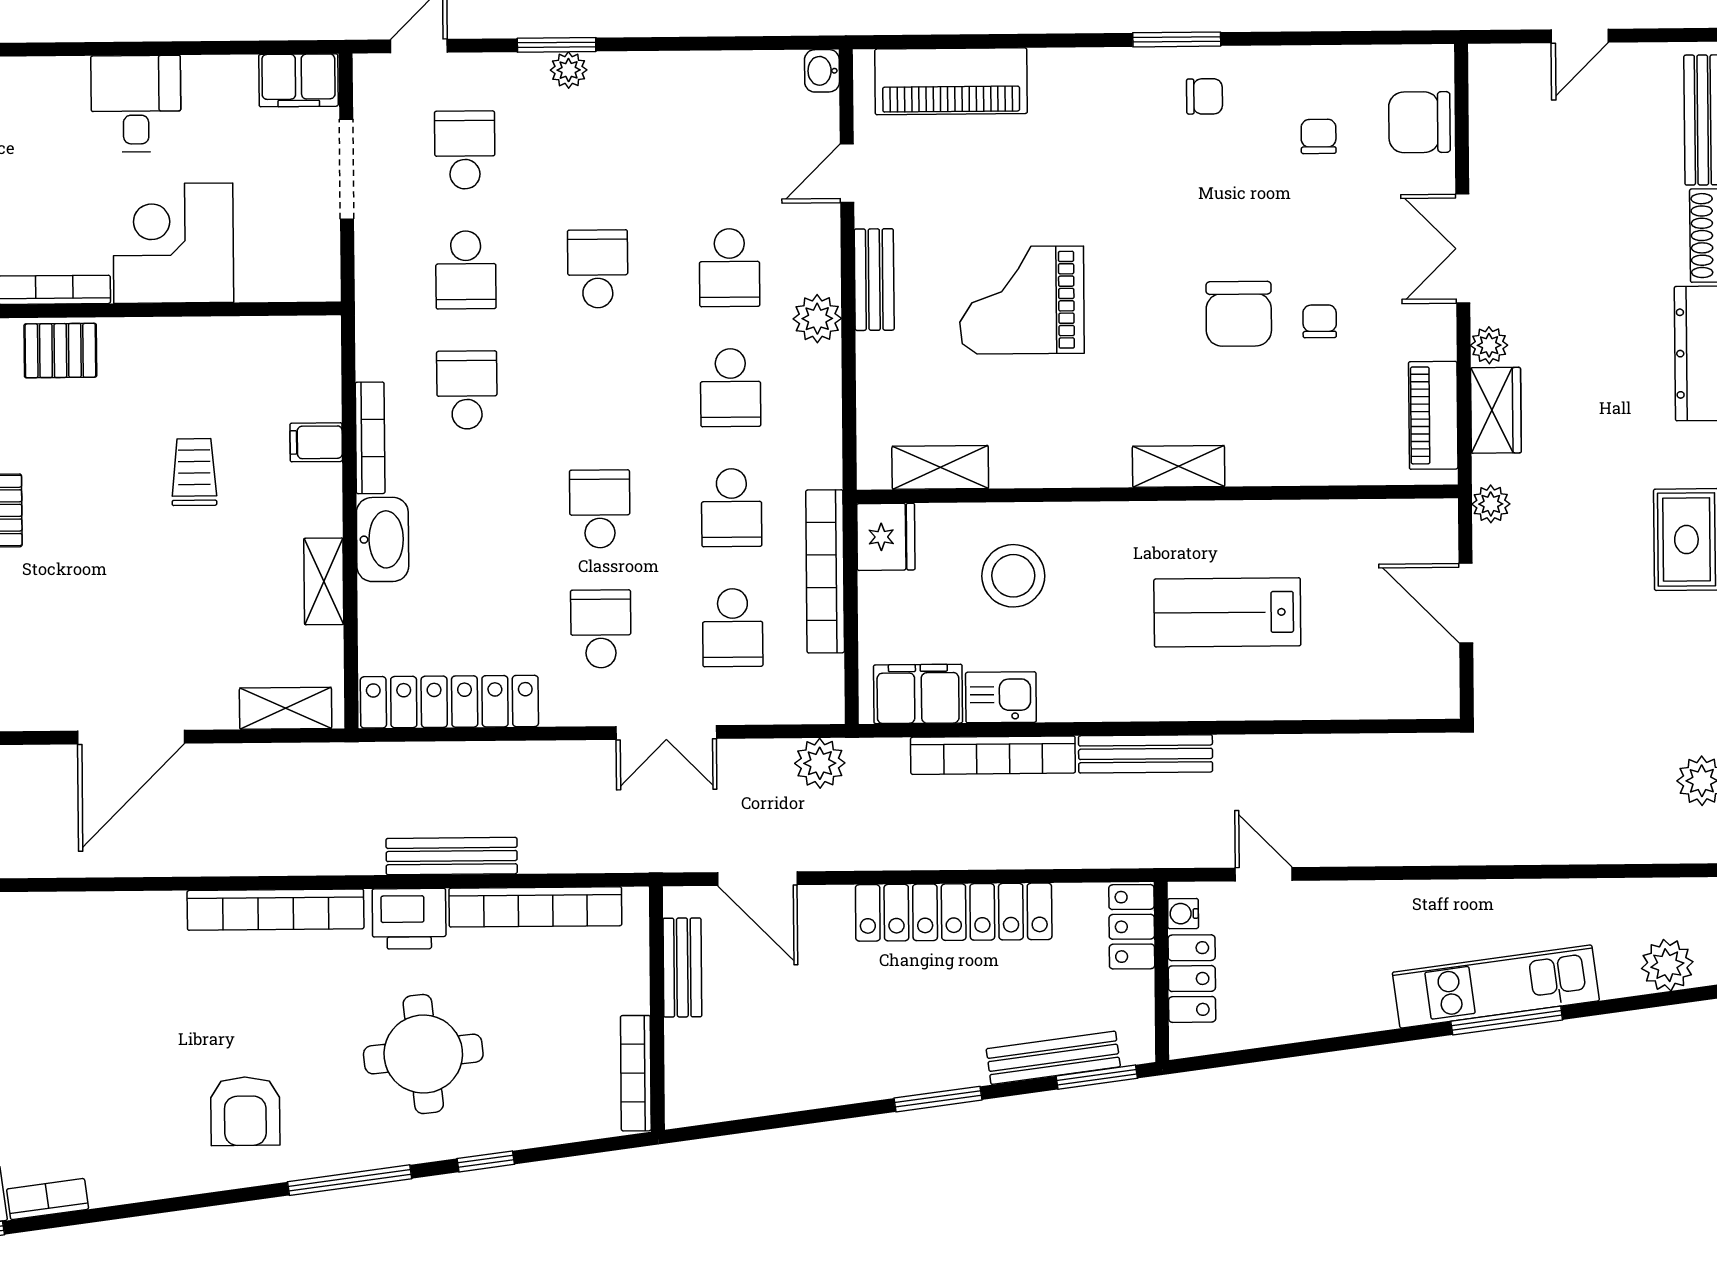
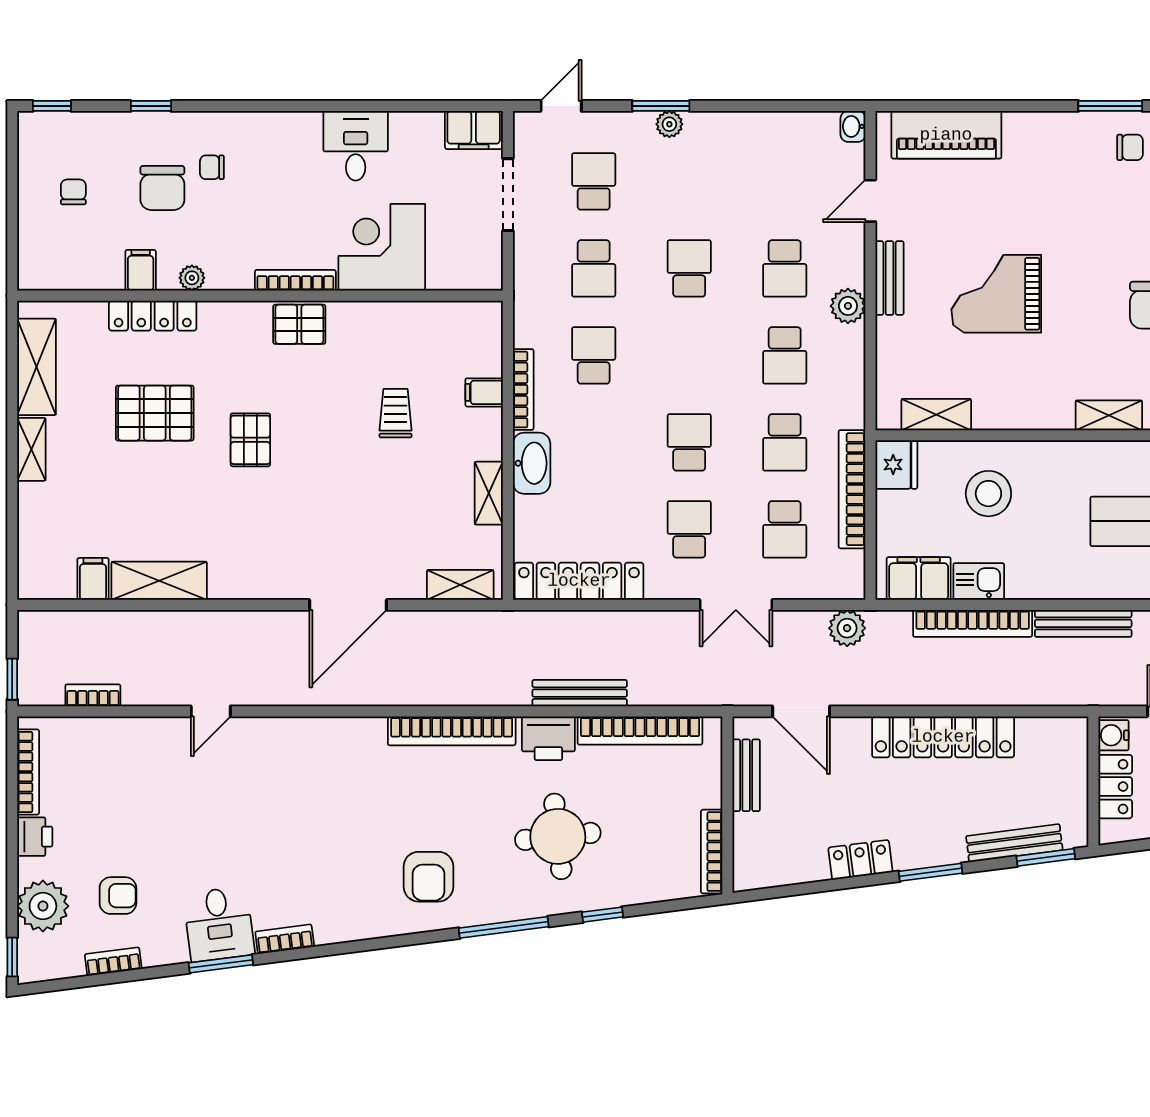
water cooler: (1183, 914) -> (1113, 735), width x1.38, depth x1.38
locker: (1132, 927) -> (860, 860), moved, turned 83

